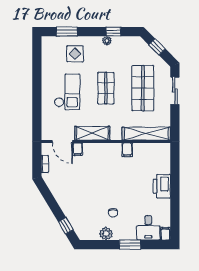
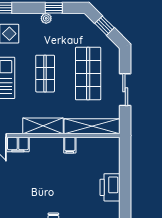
sliding door: (175, 91) -> (125, 90), moved
shelving: (92, 133) -> (43, 126), moved
filing cabinet: (78, 149) -> (18, 145), width x2.00

